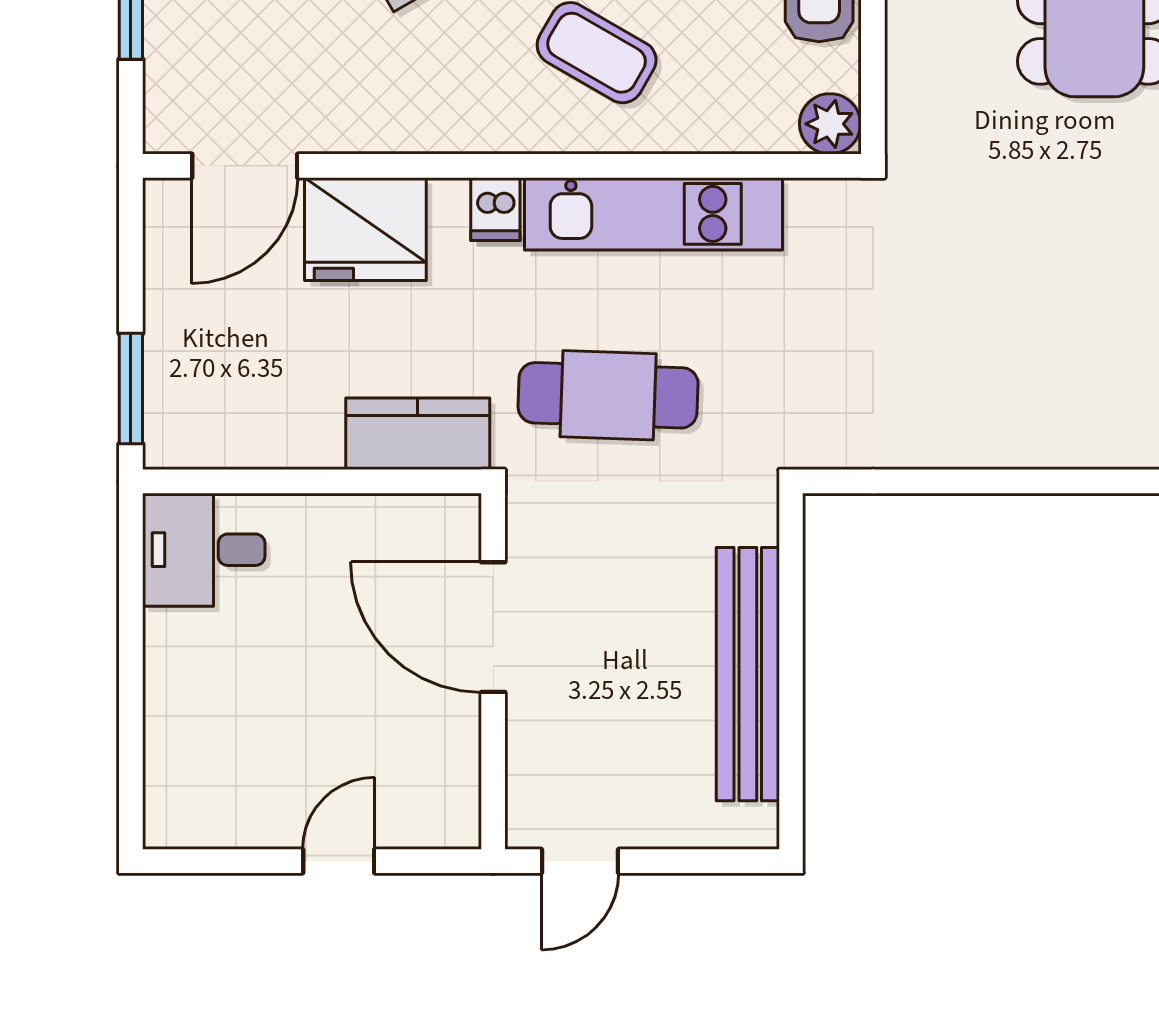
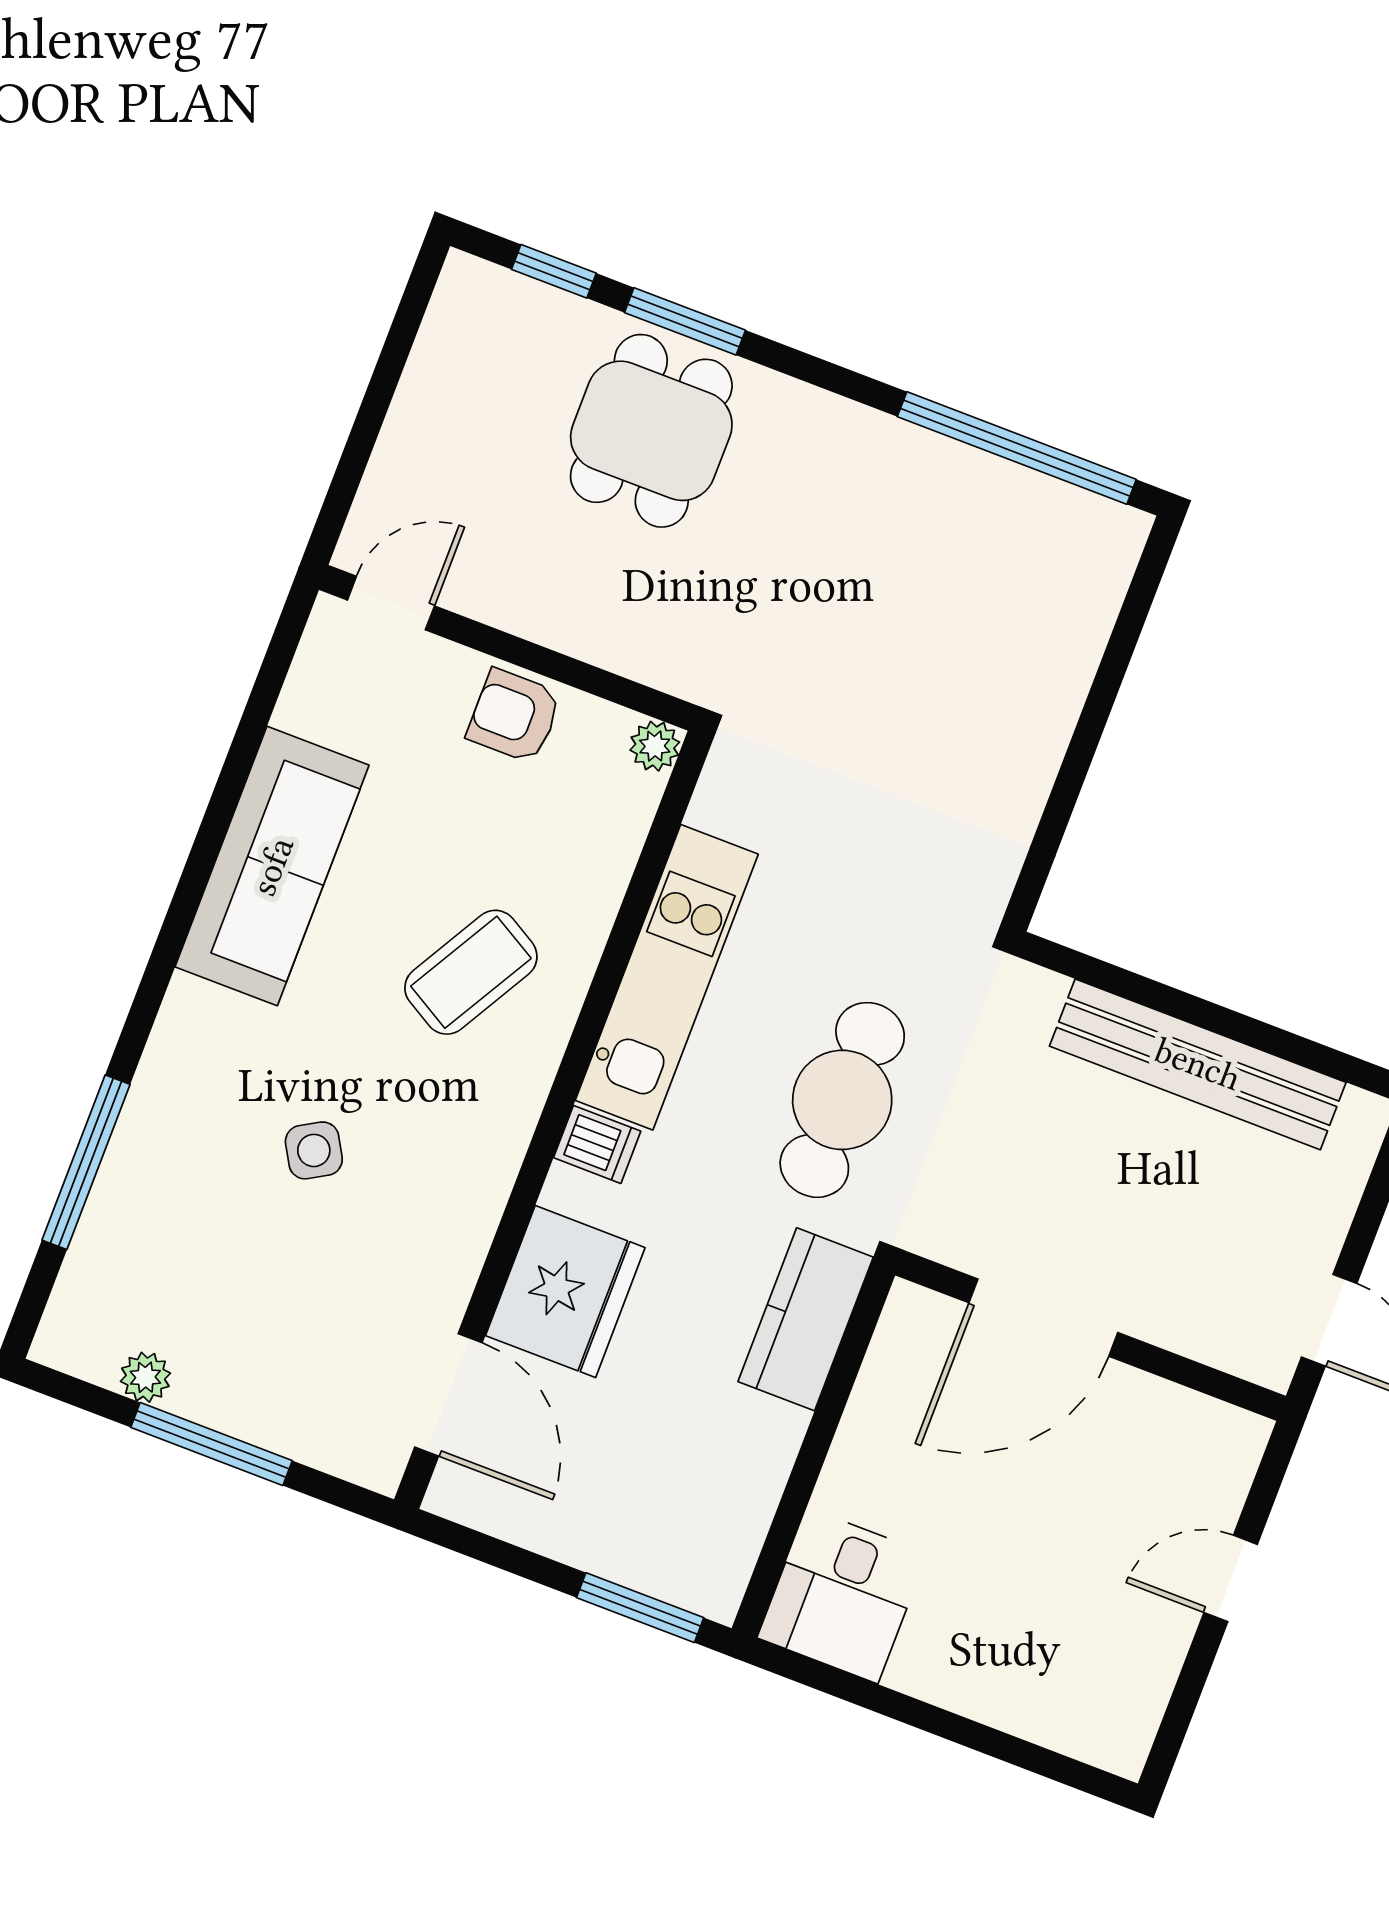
plant: (830, 124) -> (655, 746), width x0.73, depth x0.73
door: (339, 861) -> (1231, 1578), hinge flipped

